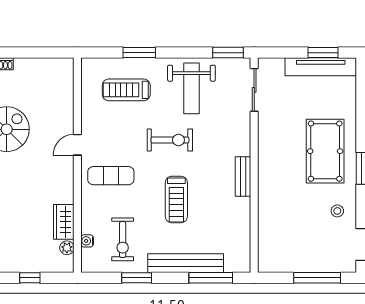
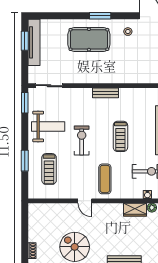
treadmill: (176, 200) -> (120, 136), turned 90

